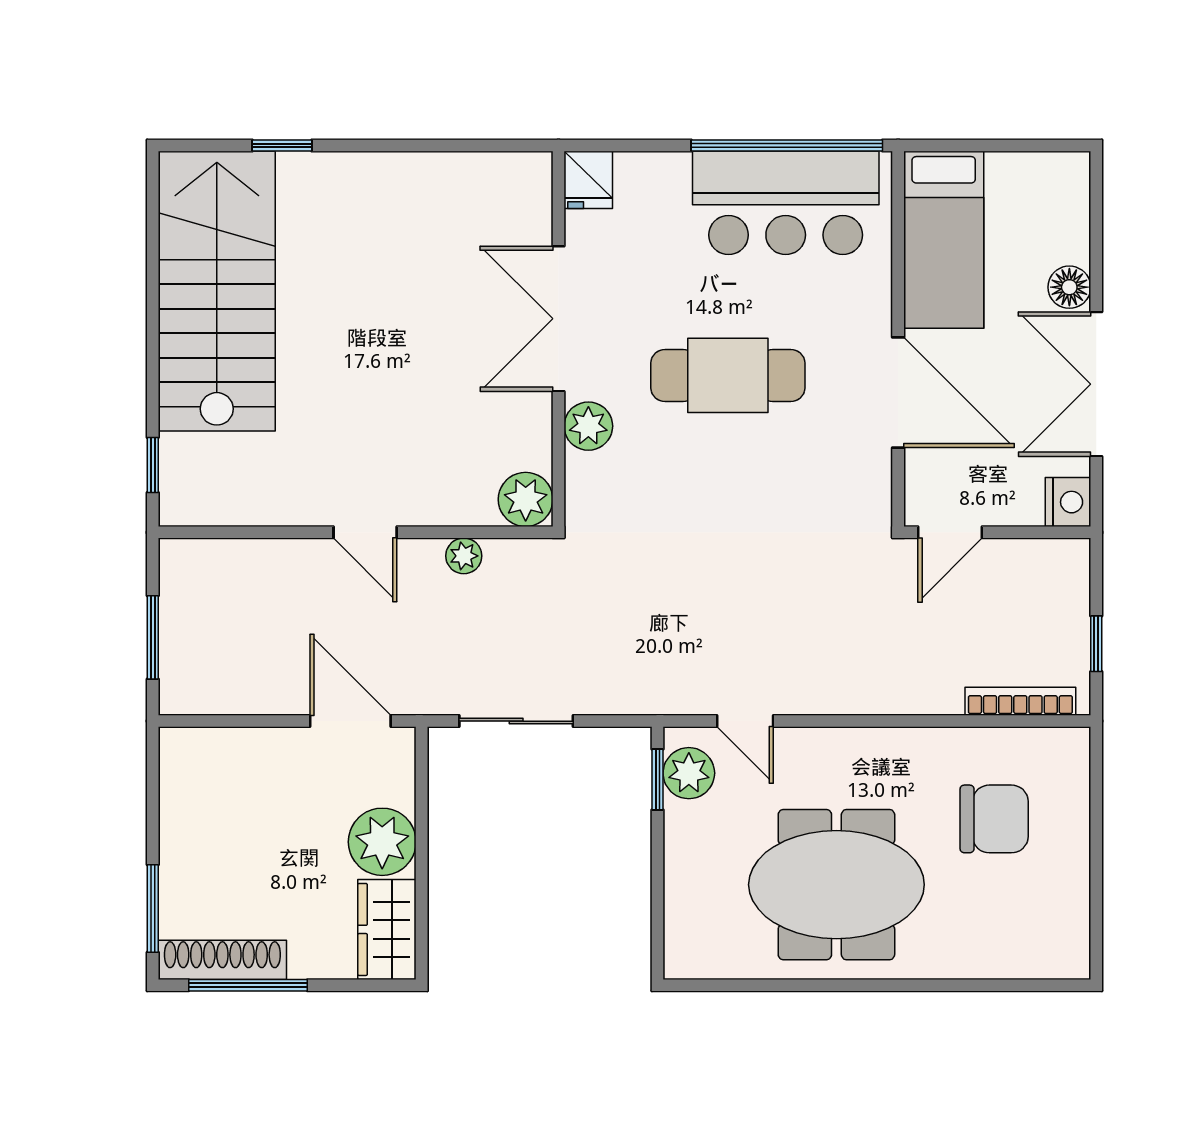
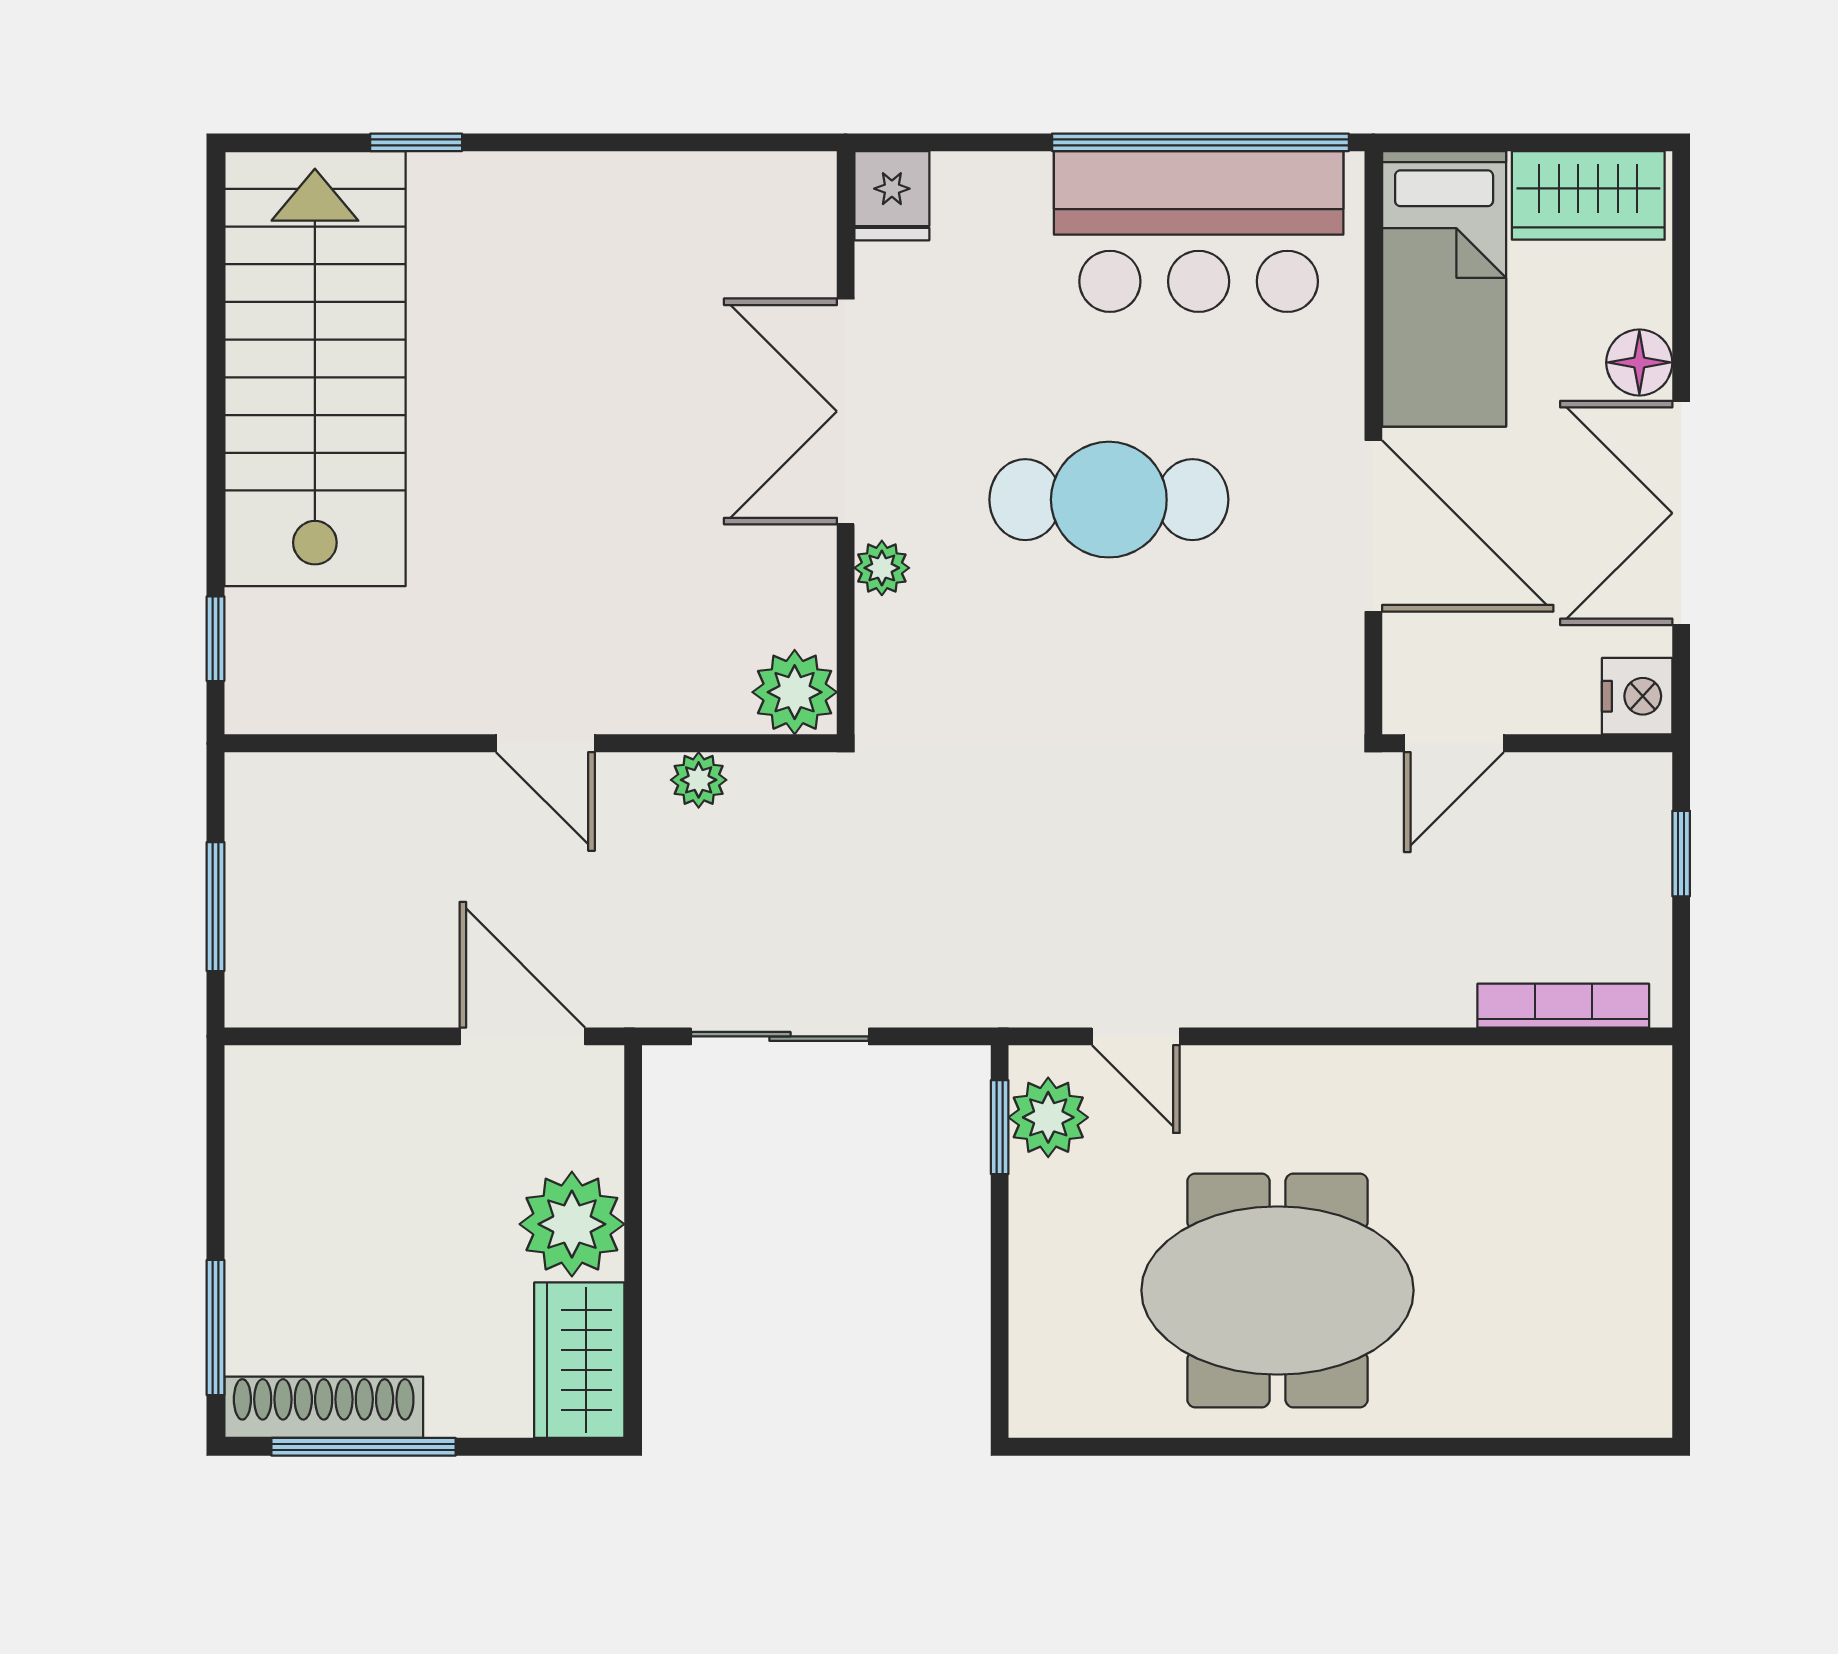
wardrobe: (1036, 180) -> (1588, 195), added
plant: (588, 426) -> (882, 568), width x0.73, depth x0.73
window: (1096, 644) -> (1681, 854), moved
chair: (994, 819) -> (1523, 1188), removed

